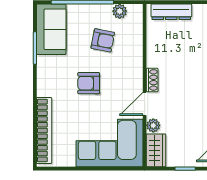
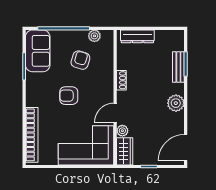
armchair: (103, 40) -> (80, 60), turned -84
shoe rack: (152, 80) -> (121, 80), moved

